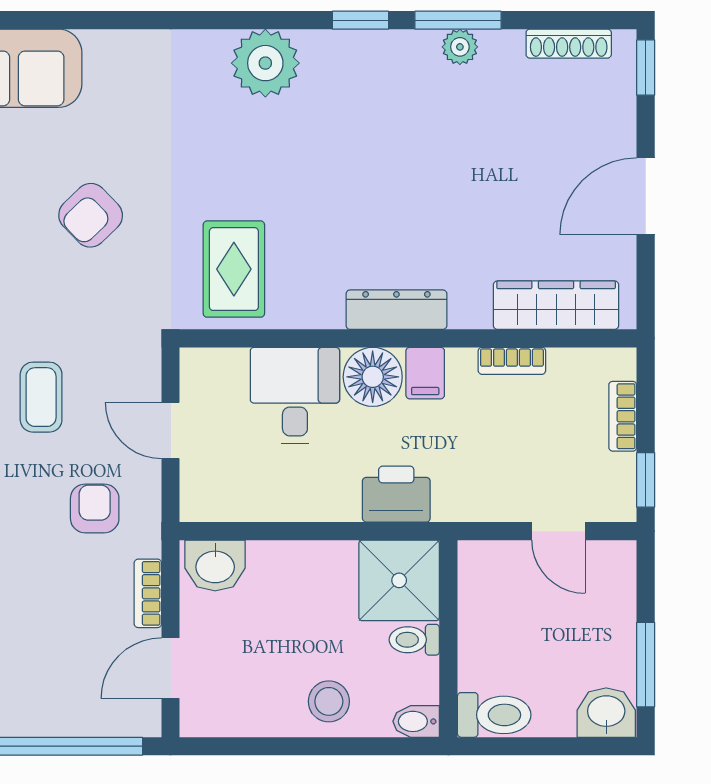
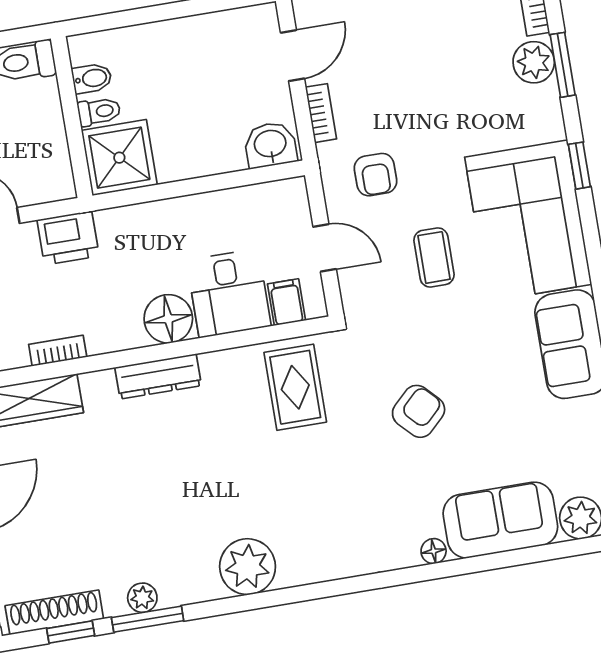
window: (360, 20) -> (71, 632), moved
floor lamp: (101, 44) -> (434, 551), added
shoe rack: (569, 44) -> (54, 612), width x1.36, depth x1.24
plant: (265, 63) -> (248, 567), moved
filing cabinet: (425, 373) -> (286, 302), moved
printer: (396, 494) -> (68, 238), moved
stool: (329, 701) -> (160, 50), removed
bidet: (416, 721) -> (92, 78), moved

